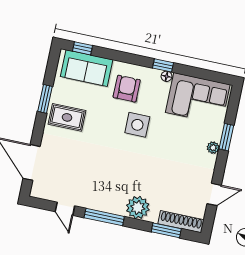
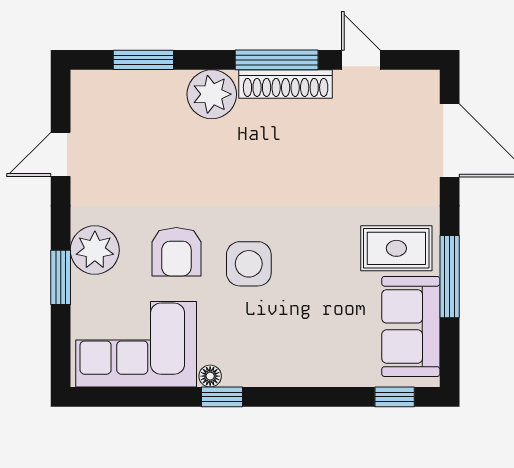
sofa: (87, 68) -> (411, 326), moved, turned -90
armchair: (127, 89) -> (176, 252), moved
window: (45, 99) -> (450, 277), width x1.44
plant: (213, 148) -> (95, 250), width x1.88, depth x1.88
shoe rack: (181, 222) -> (286, 84), moved

